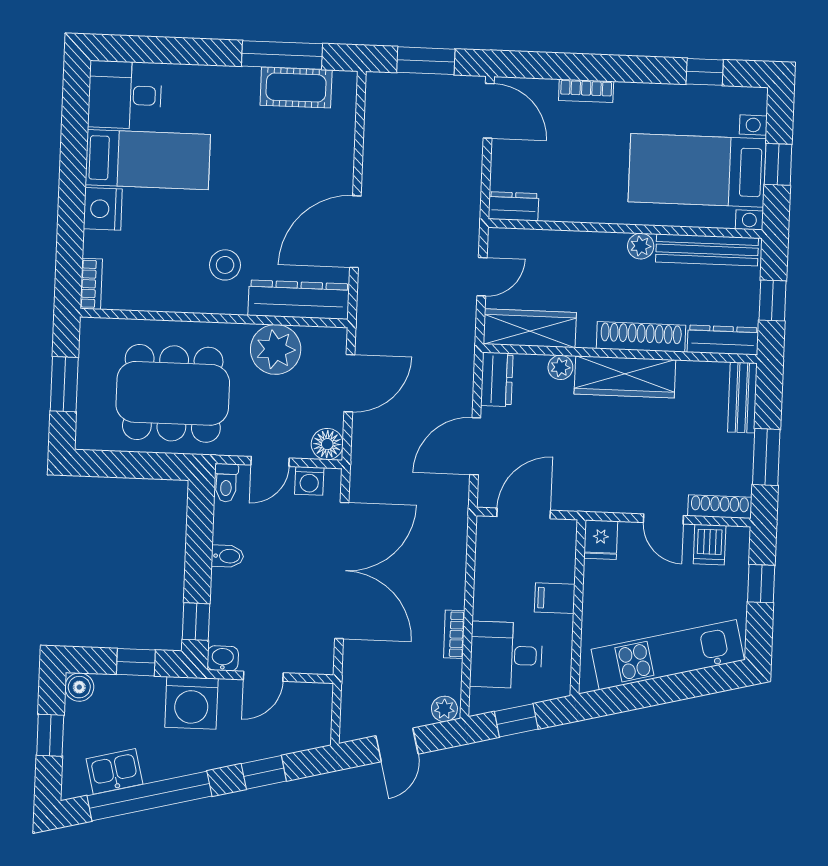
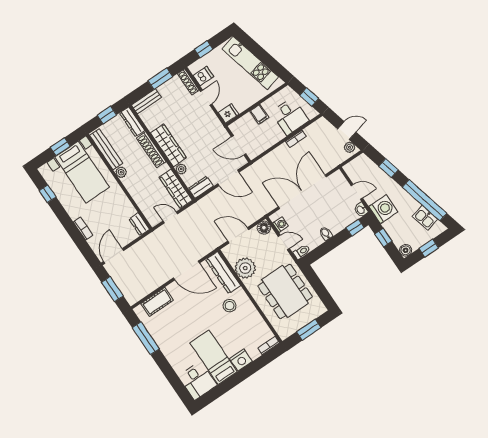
cot: (296, 88) -> (157, 302), moved, turned 90
plant: (444, 709) -> (350, 147), moved

